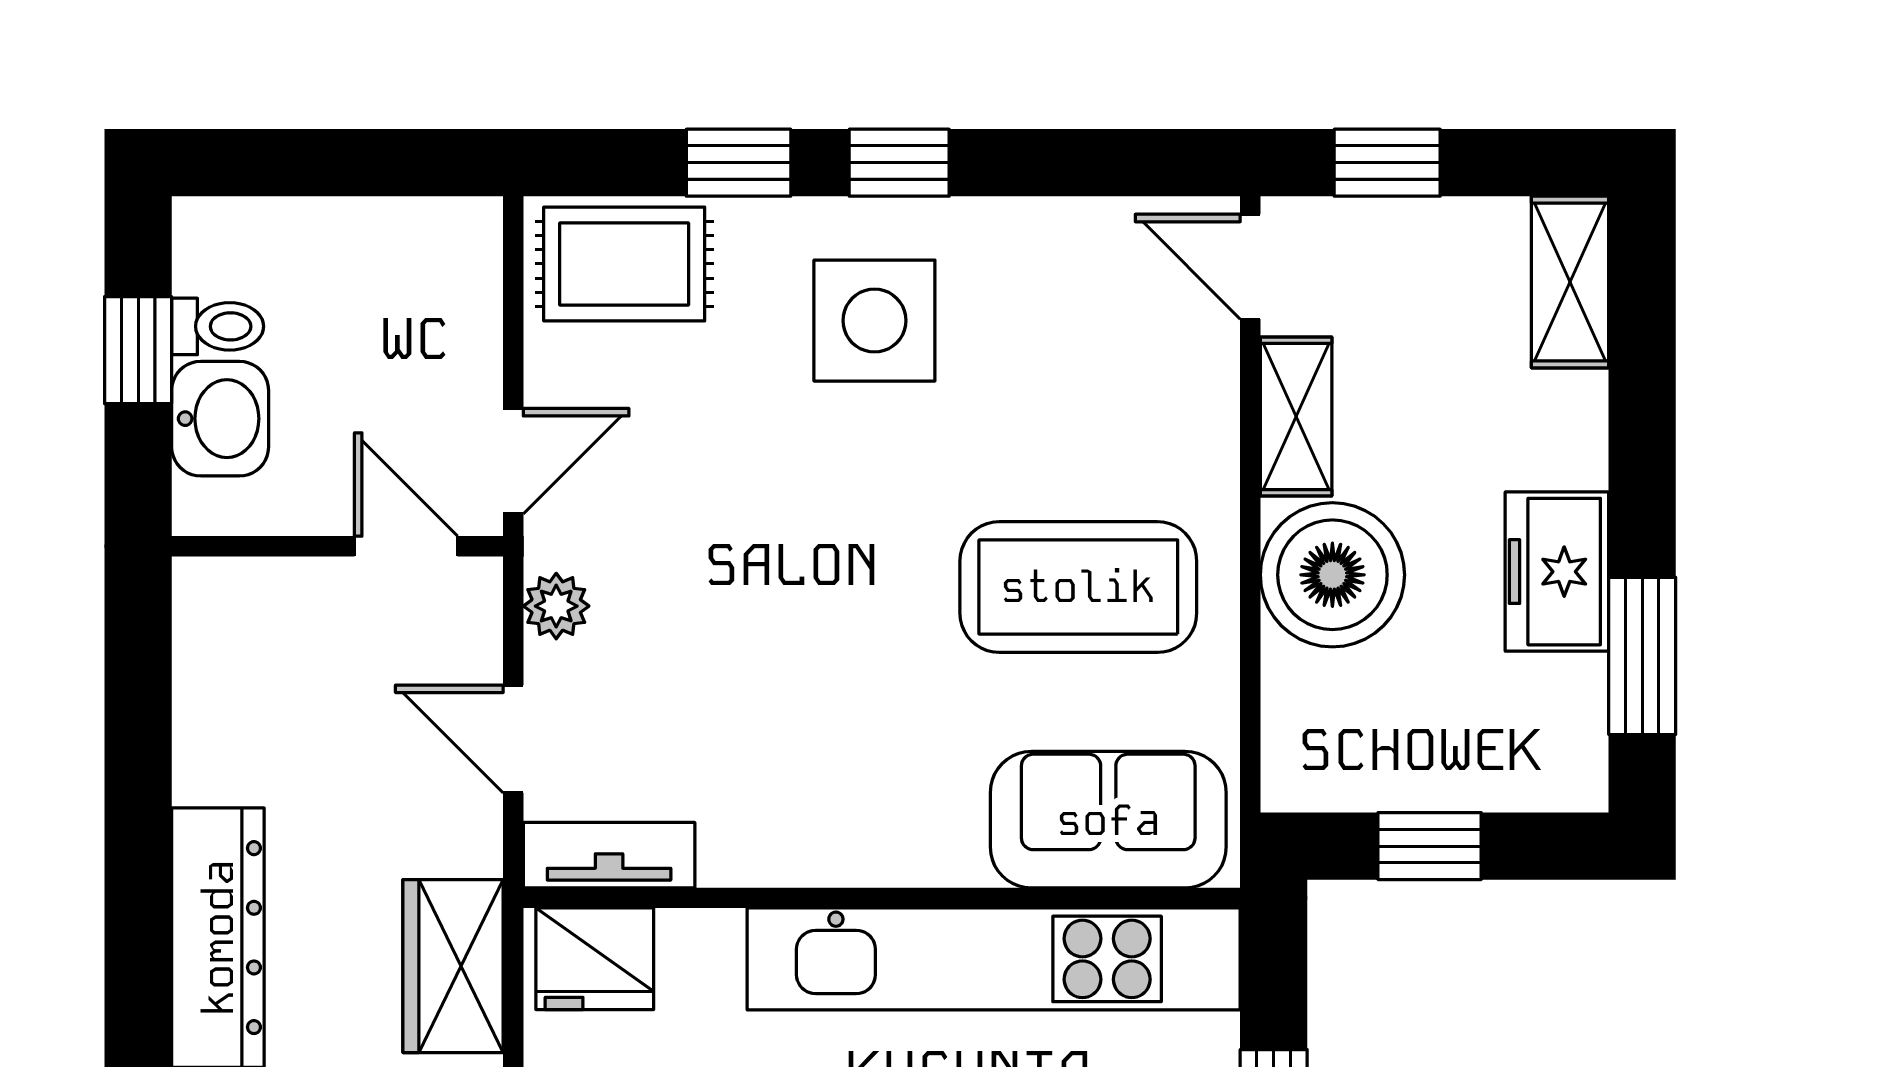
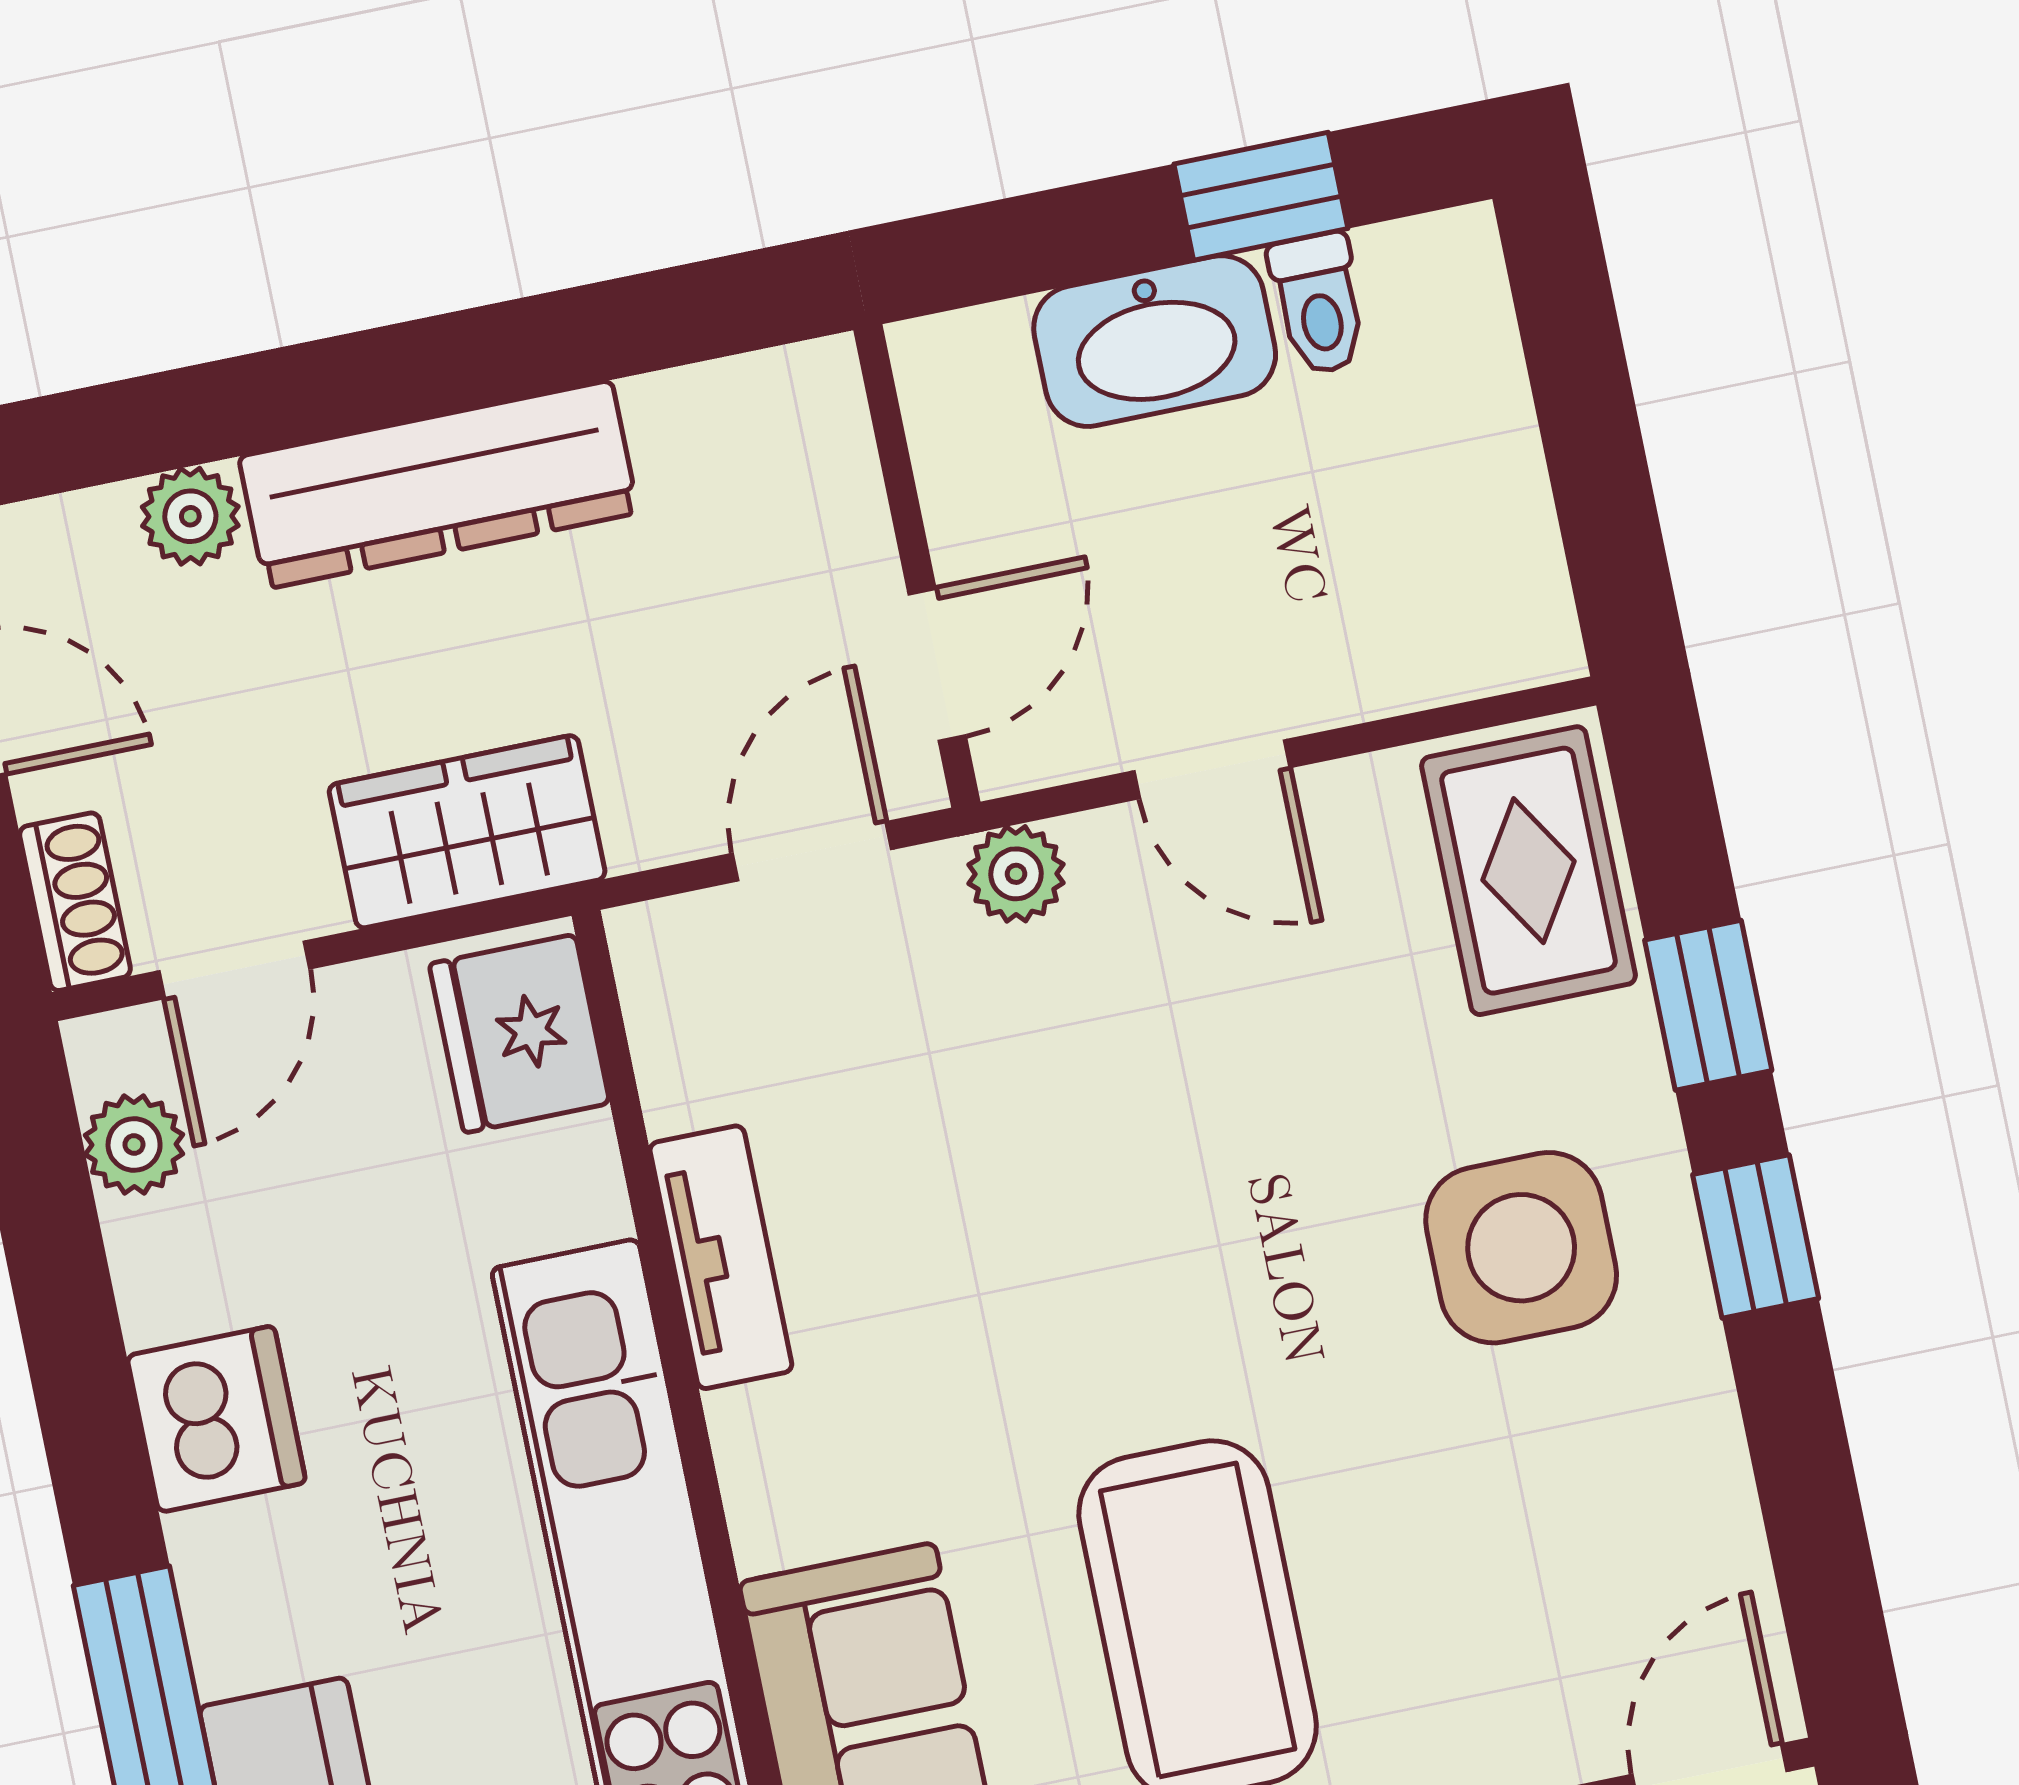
washbasin: (220, 419) -> (1155, 341), width x1.38
wall: (337, 546) -> (917, 566), moved
door: (406, 546) -> (937, 665), moved
tv unit: (609, 855) -> (721, 1257), moved

